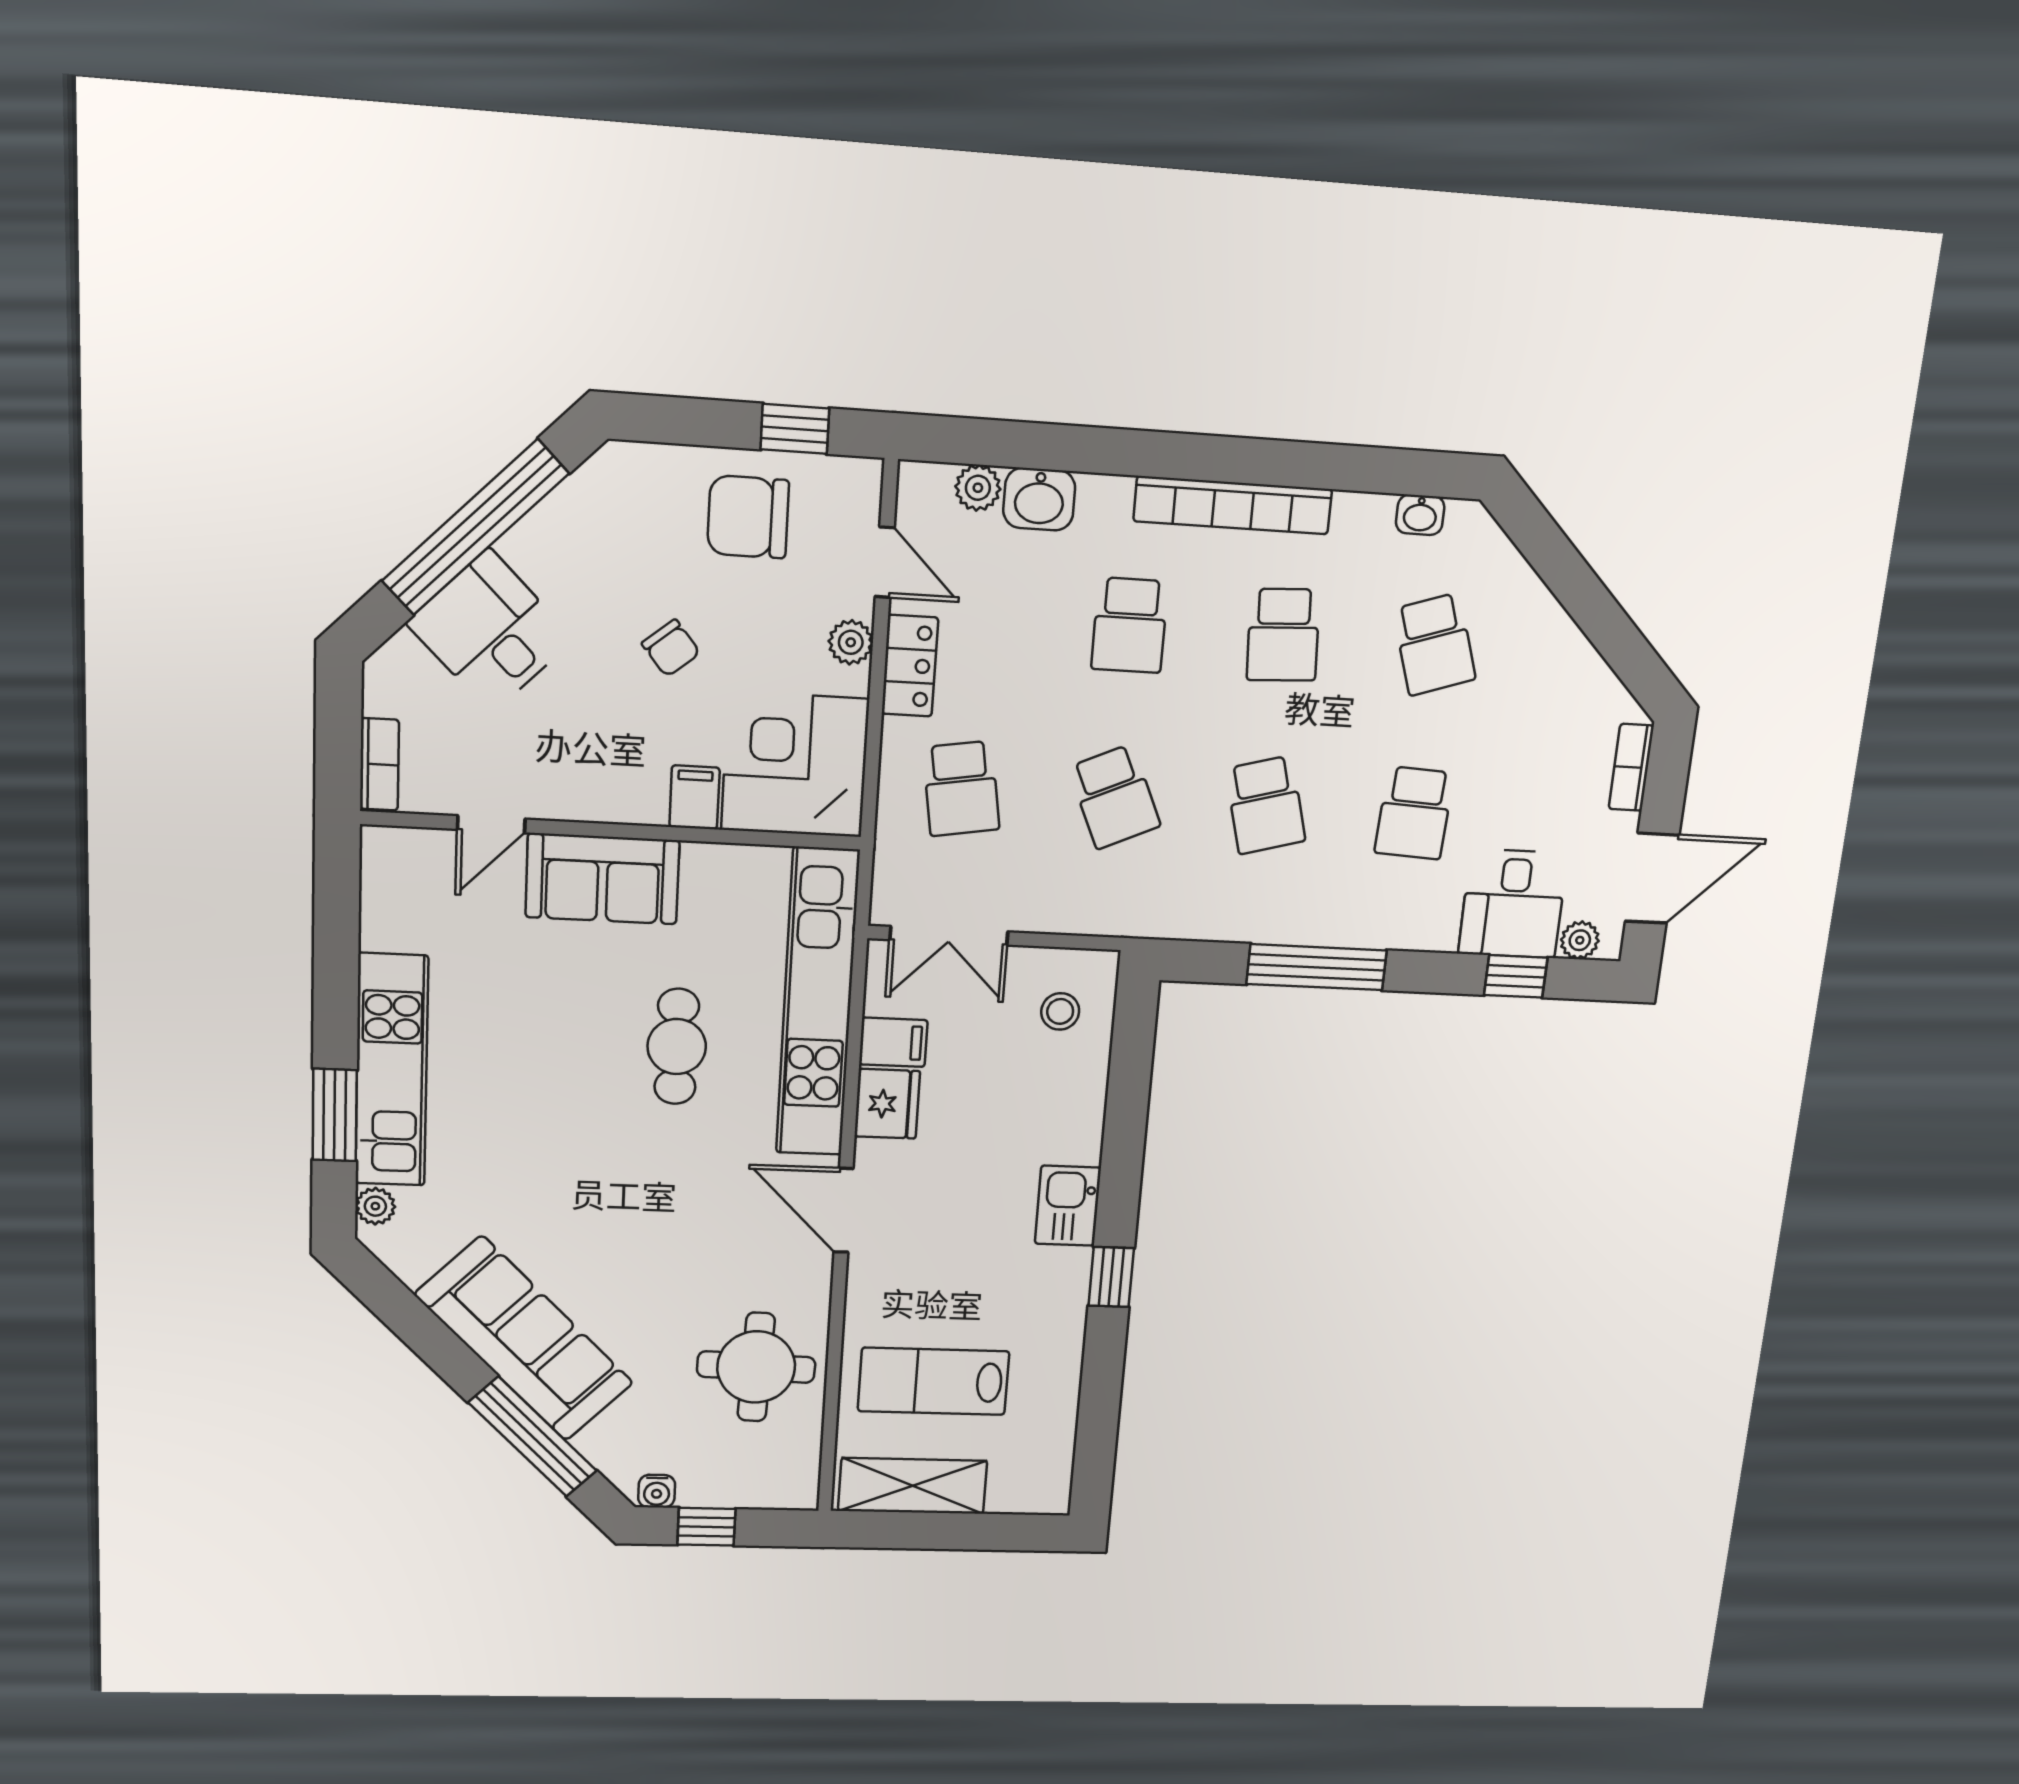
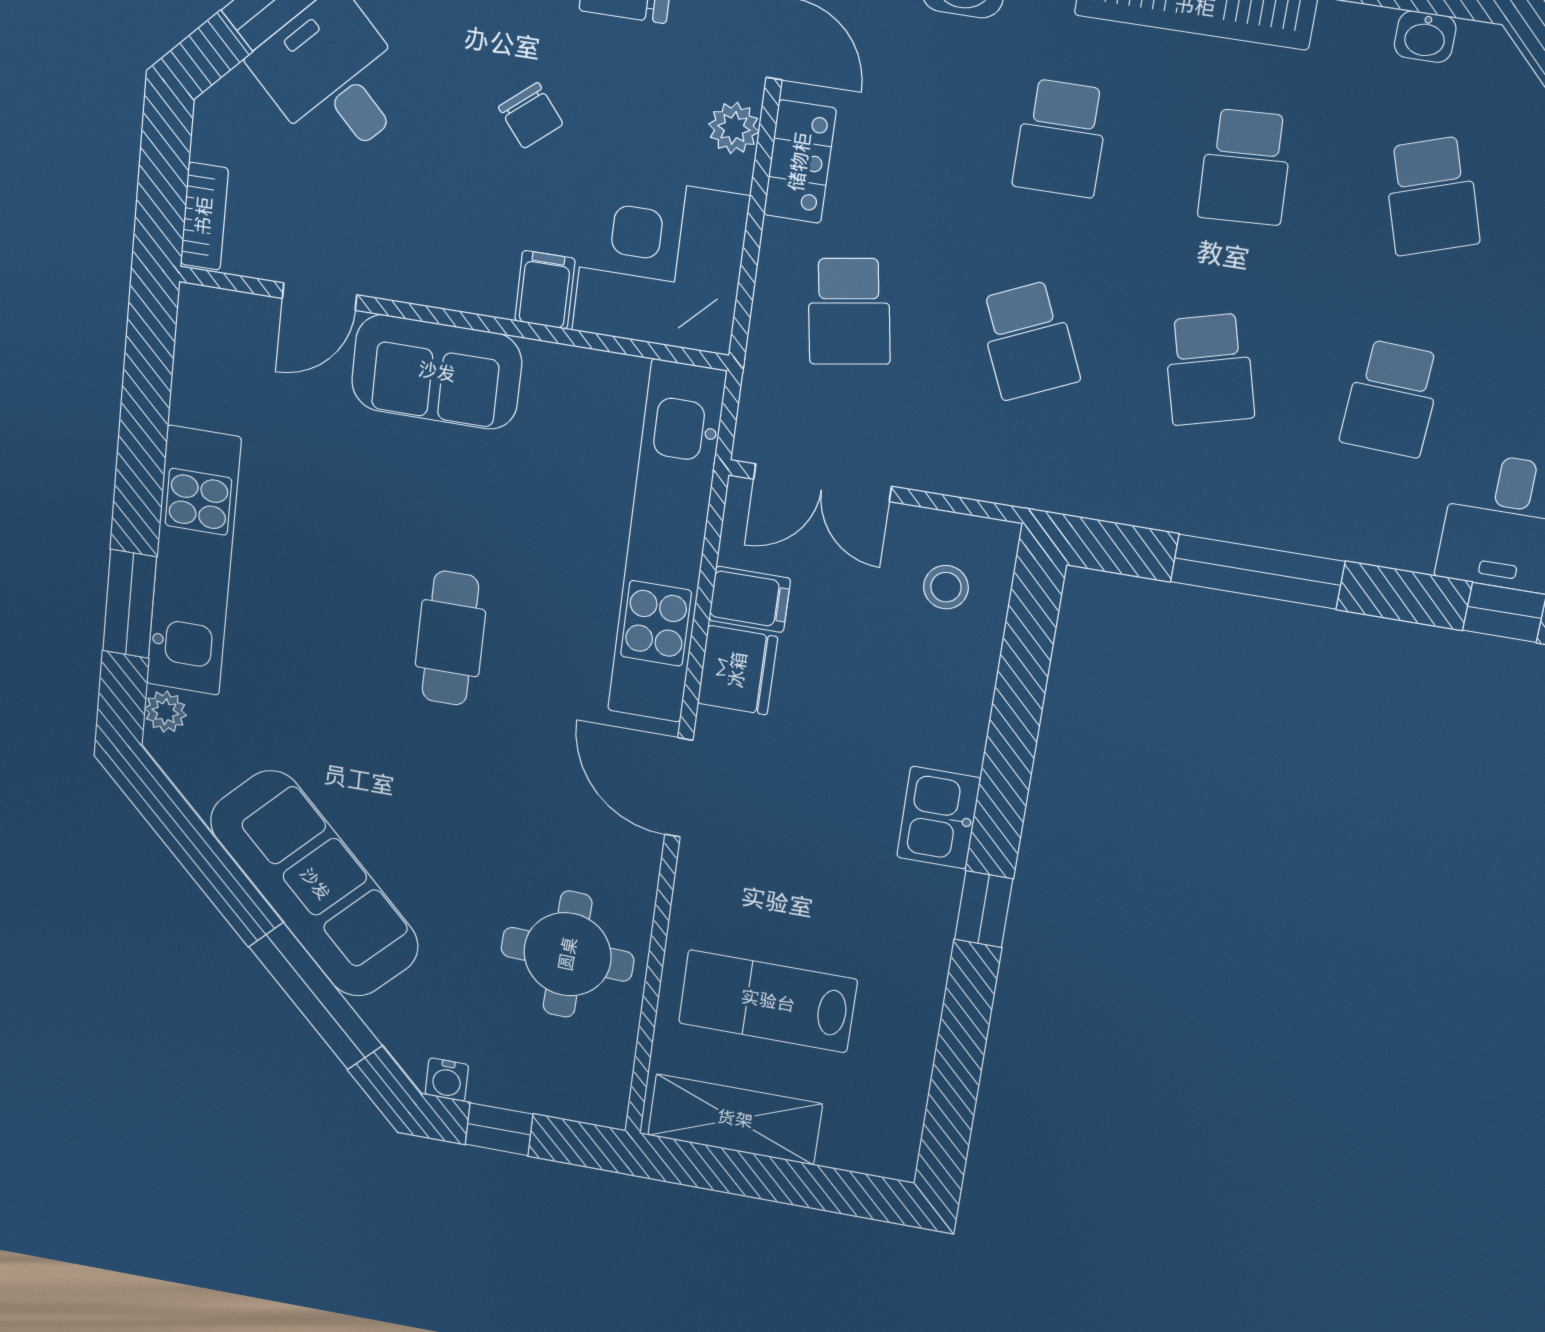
cafe table: (677, 1046) -> (450, 638), moved

